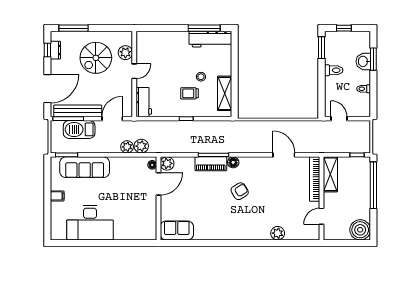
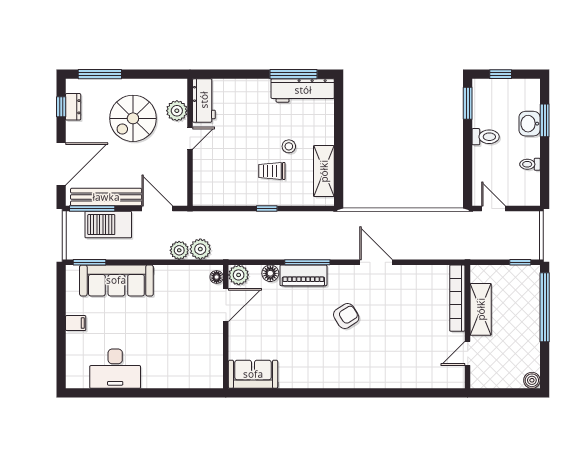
workbench: (144, 102) -> (204, 100), moved
door: (112, 119) -> (157, 208), hinge flipped
door: (284, 155) -> (376, 262), moved
floor lamp: (233, 162) -> (270, 273), moved
shelving: (330, 174) -> (481, 309), moved
desk: (90, 223) -> (115, 369), width x0.73, depth x0.77
boiler: (360, 230) -> (532, 380), width x0.54, depth x0.54
plant: (278, 233) -> (402, 378), removed

